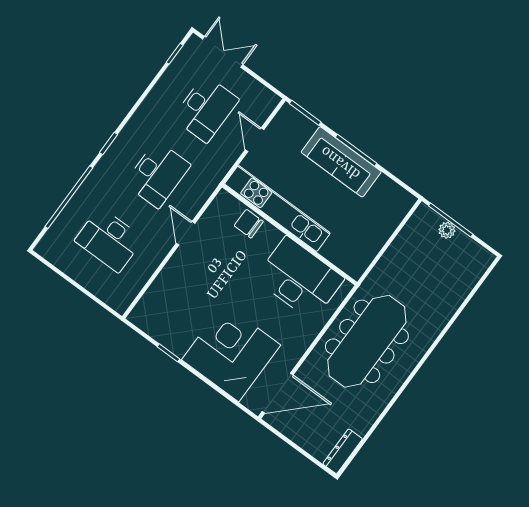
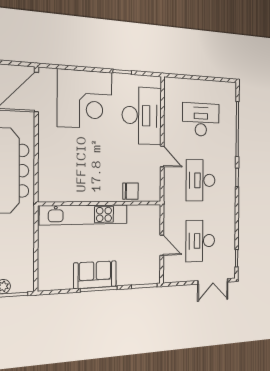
sofa: (341, 162) -> (95, 275), width x0.73
kitchen unit: (277, 208) -> (84, 215), moved
desk: (299, 279) -> (142, 116), moved, turned -90

